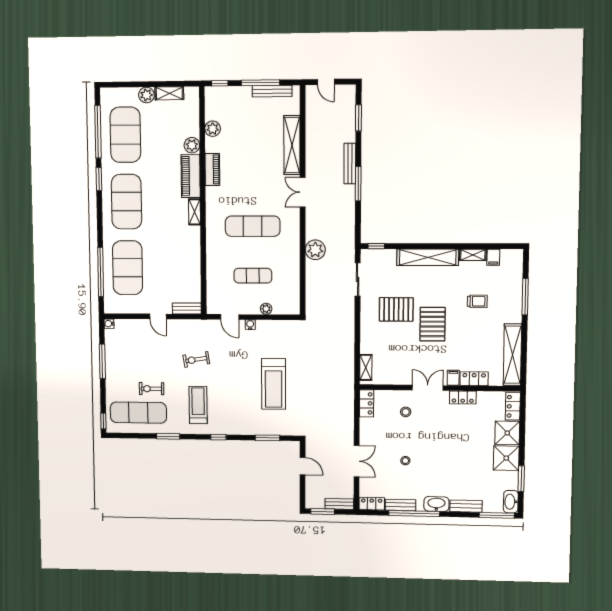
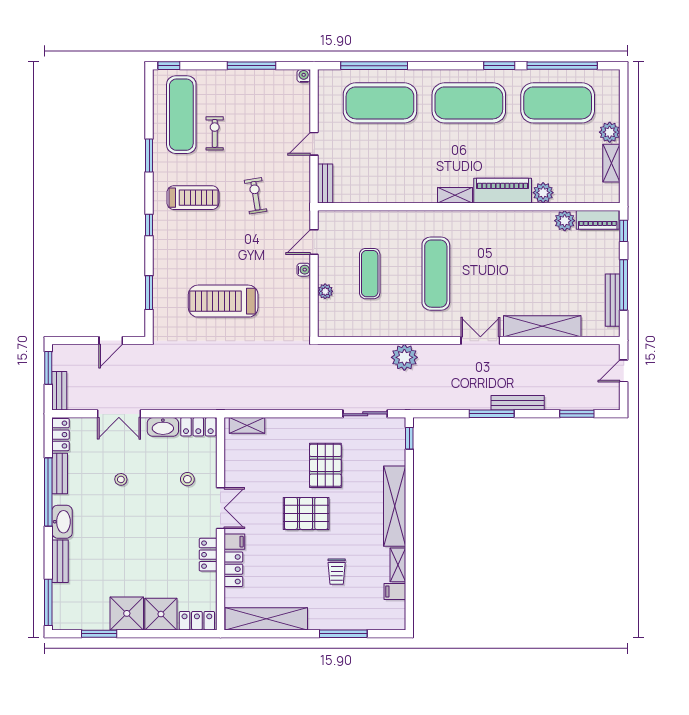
piano: (212, 169) -> (598, 220), moved
washbasin: (511, 502) -> (163, 427), moved, turned 180

